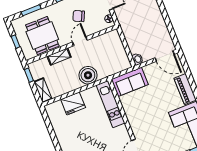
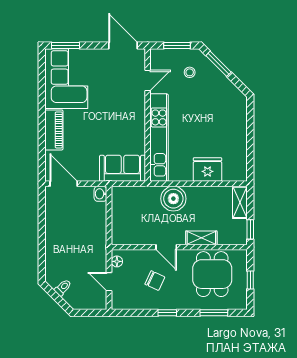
door: (80, 41) -> (166, 247), hinge flipped
kitchen unit: (111, 104) -> (159, 138), width x1.36

